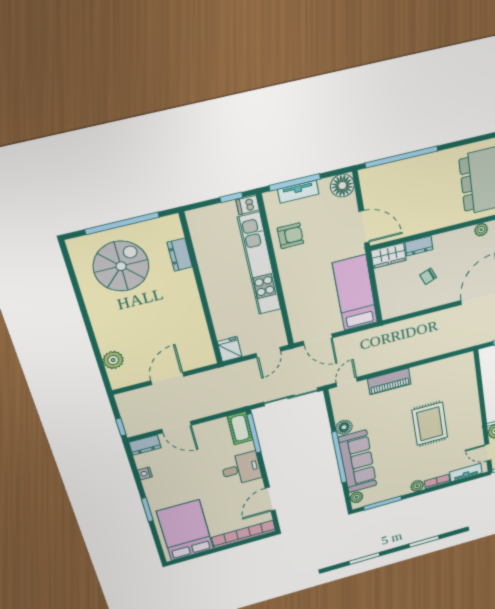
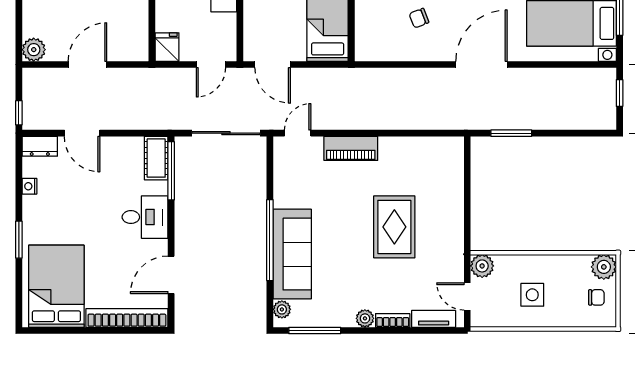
plant: (113, 360) -> (34, 50), moved
floor lamp: (344, 427) -> (283, 197), removed

